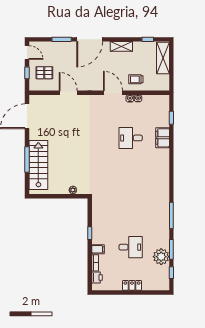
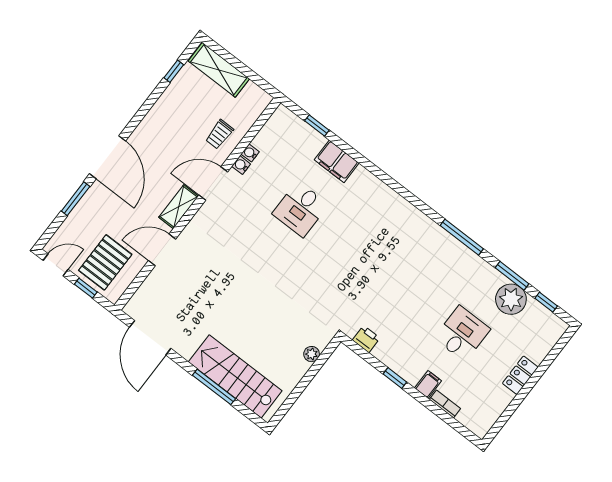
shelving: (121, 46) -> (179, 207), moved
pallet: (44, 73) -> (105, 262), width x1.50, depth x1.42
printer: (97, 277) -> (366, 339), moved

